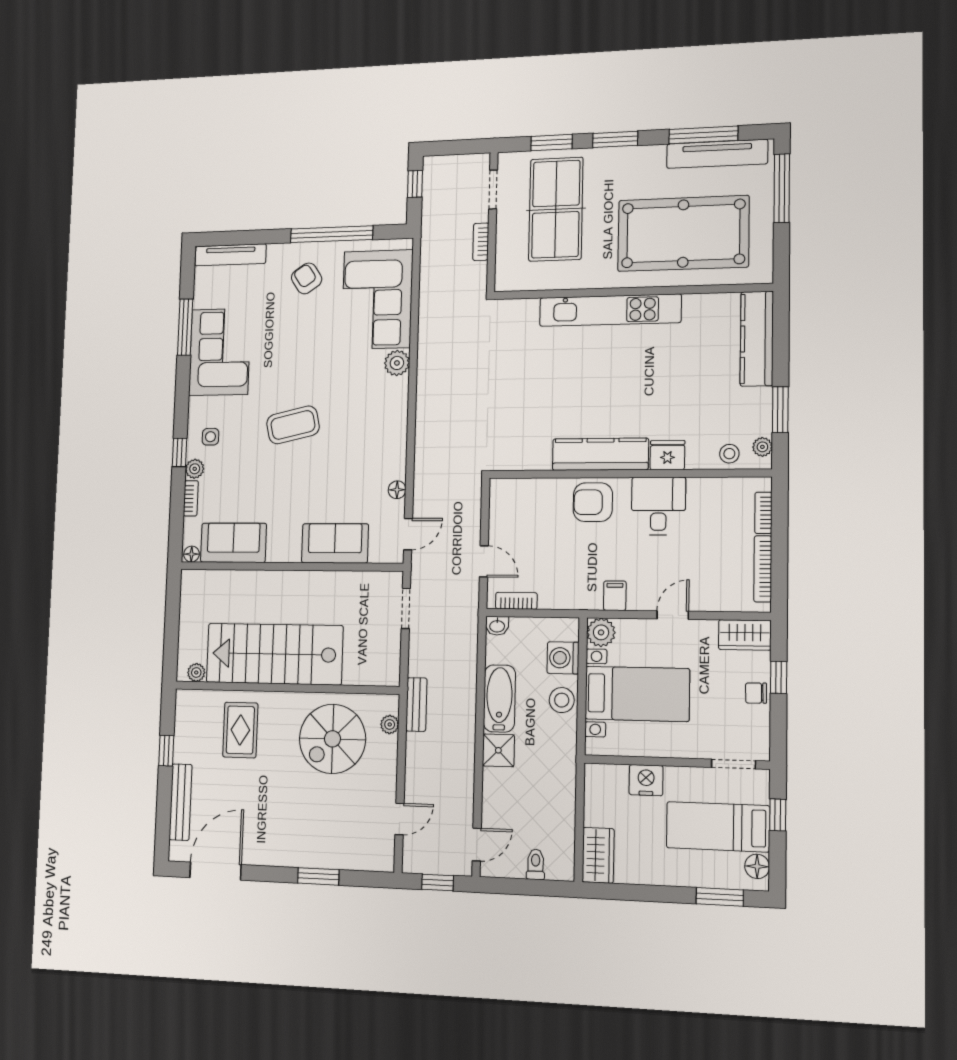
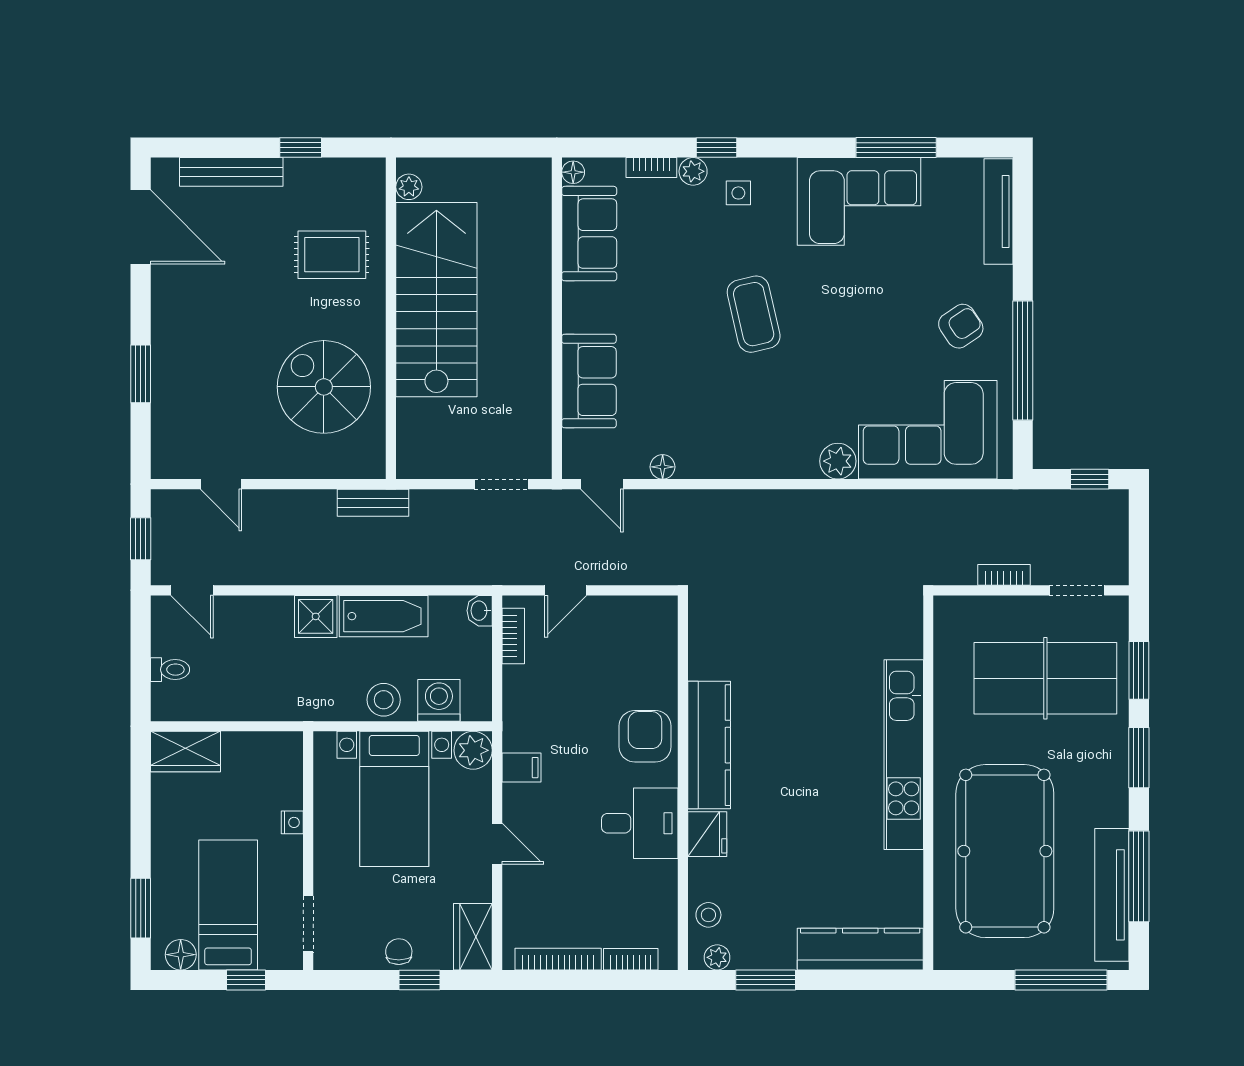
plant: (390, 724) -> (345, 466), removed
nightstand: (646, 780) -> (292, 822), width x0.53, depth x0.56

